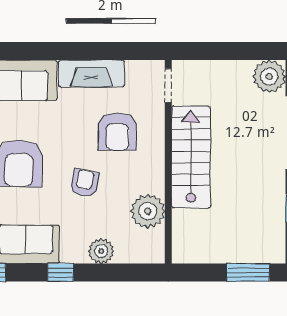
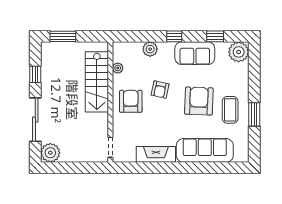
armchair: (117, 132) -> (131, 101), moved
stairs: (191, 157) -> (97, 82), moved
plant: (148, 211) -> (118, 68), width x0.53, depth x0.53

